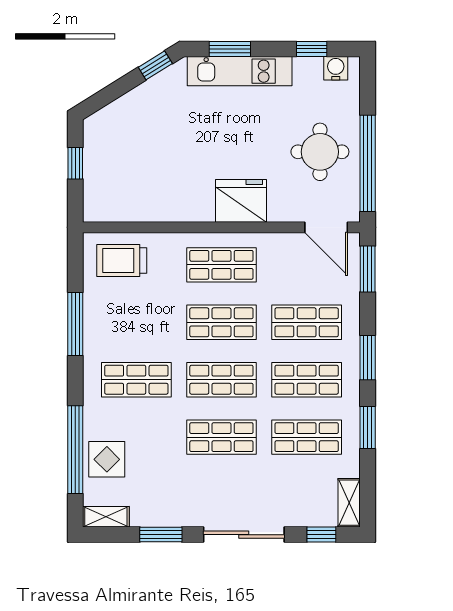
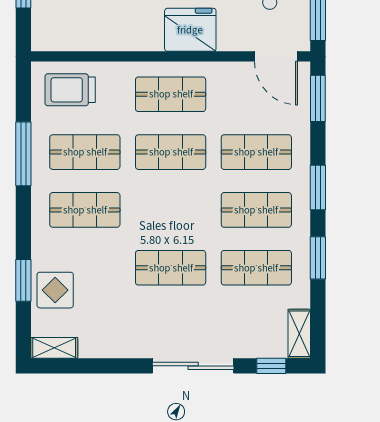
shop shelf: (221, 380) -> (85, 152), moved
window: (75, 450) -> (23, 280), width x0.47
window: (161, 535) -> (109, 366), removed

